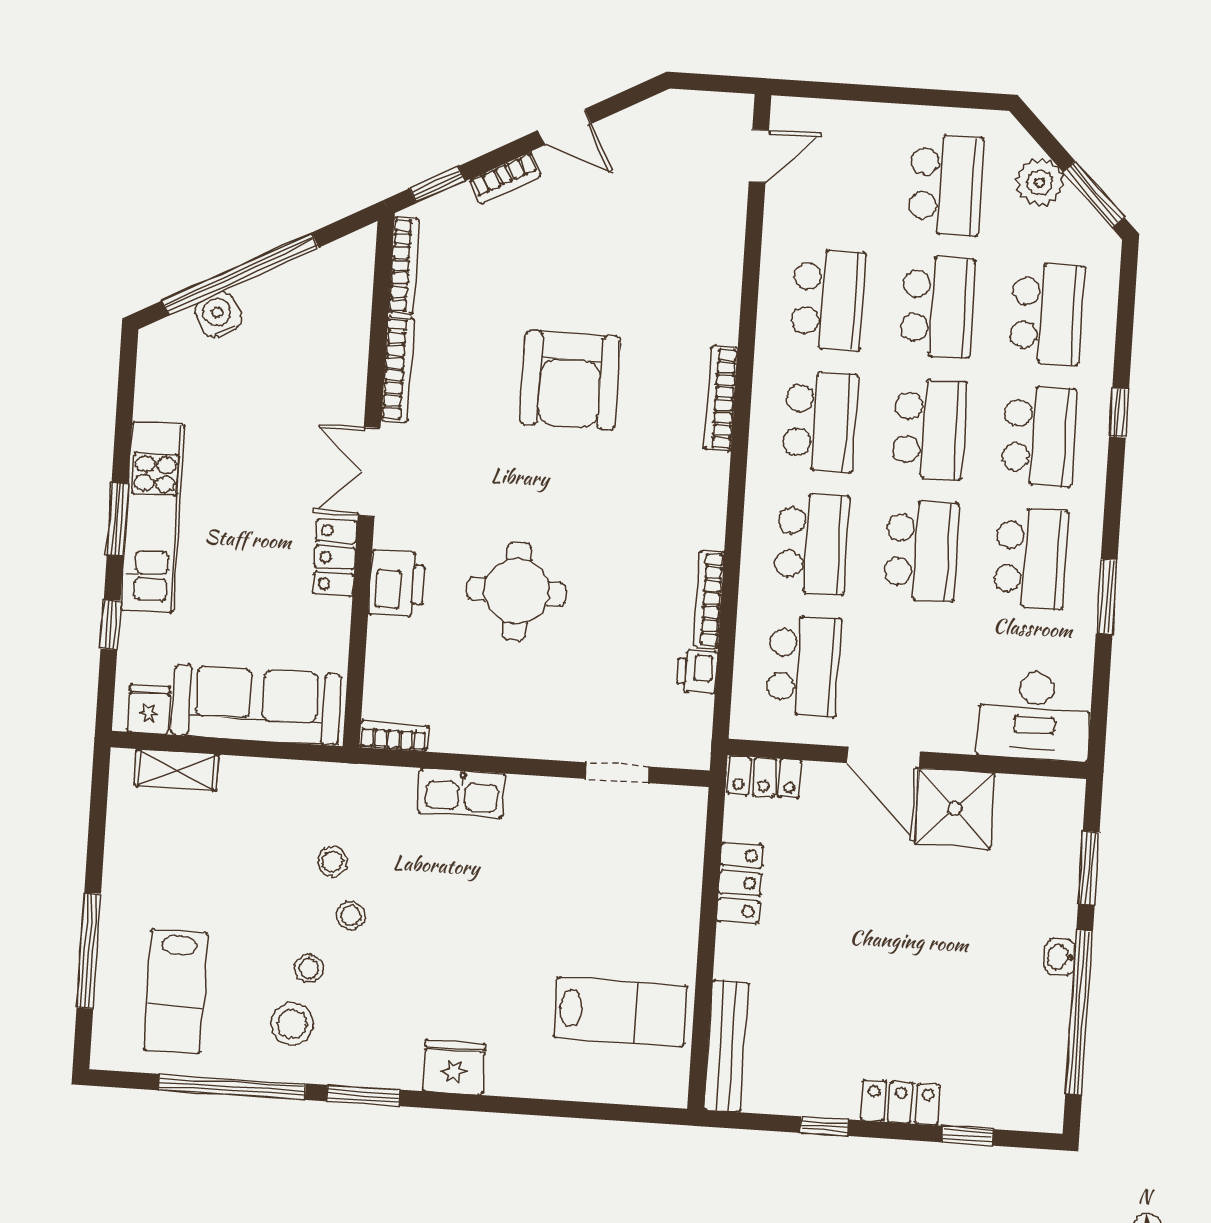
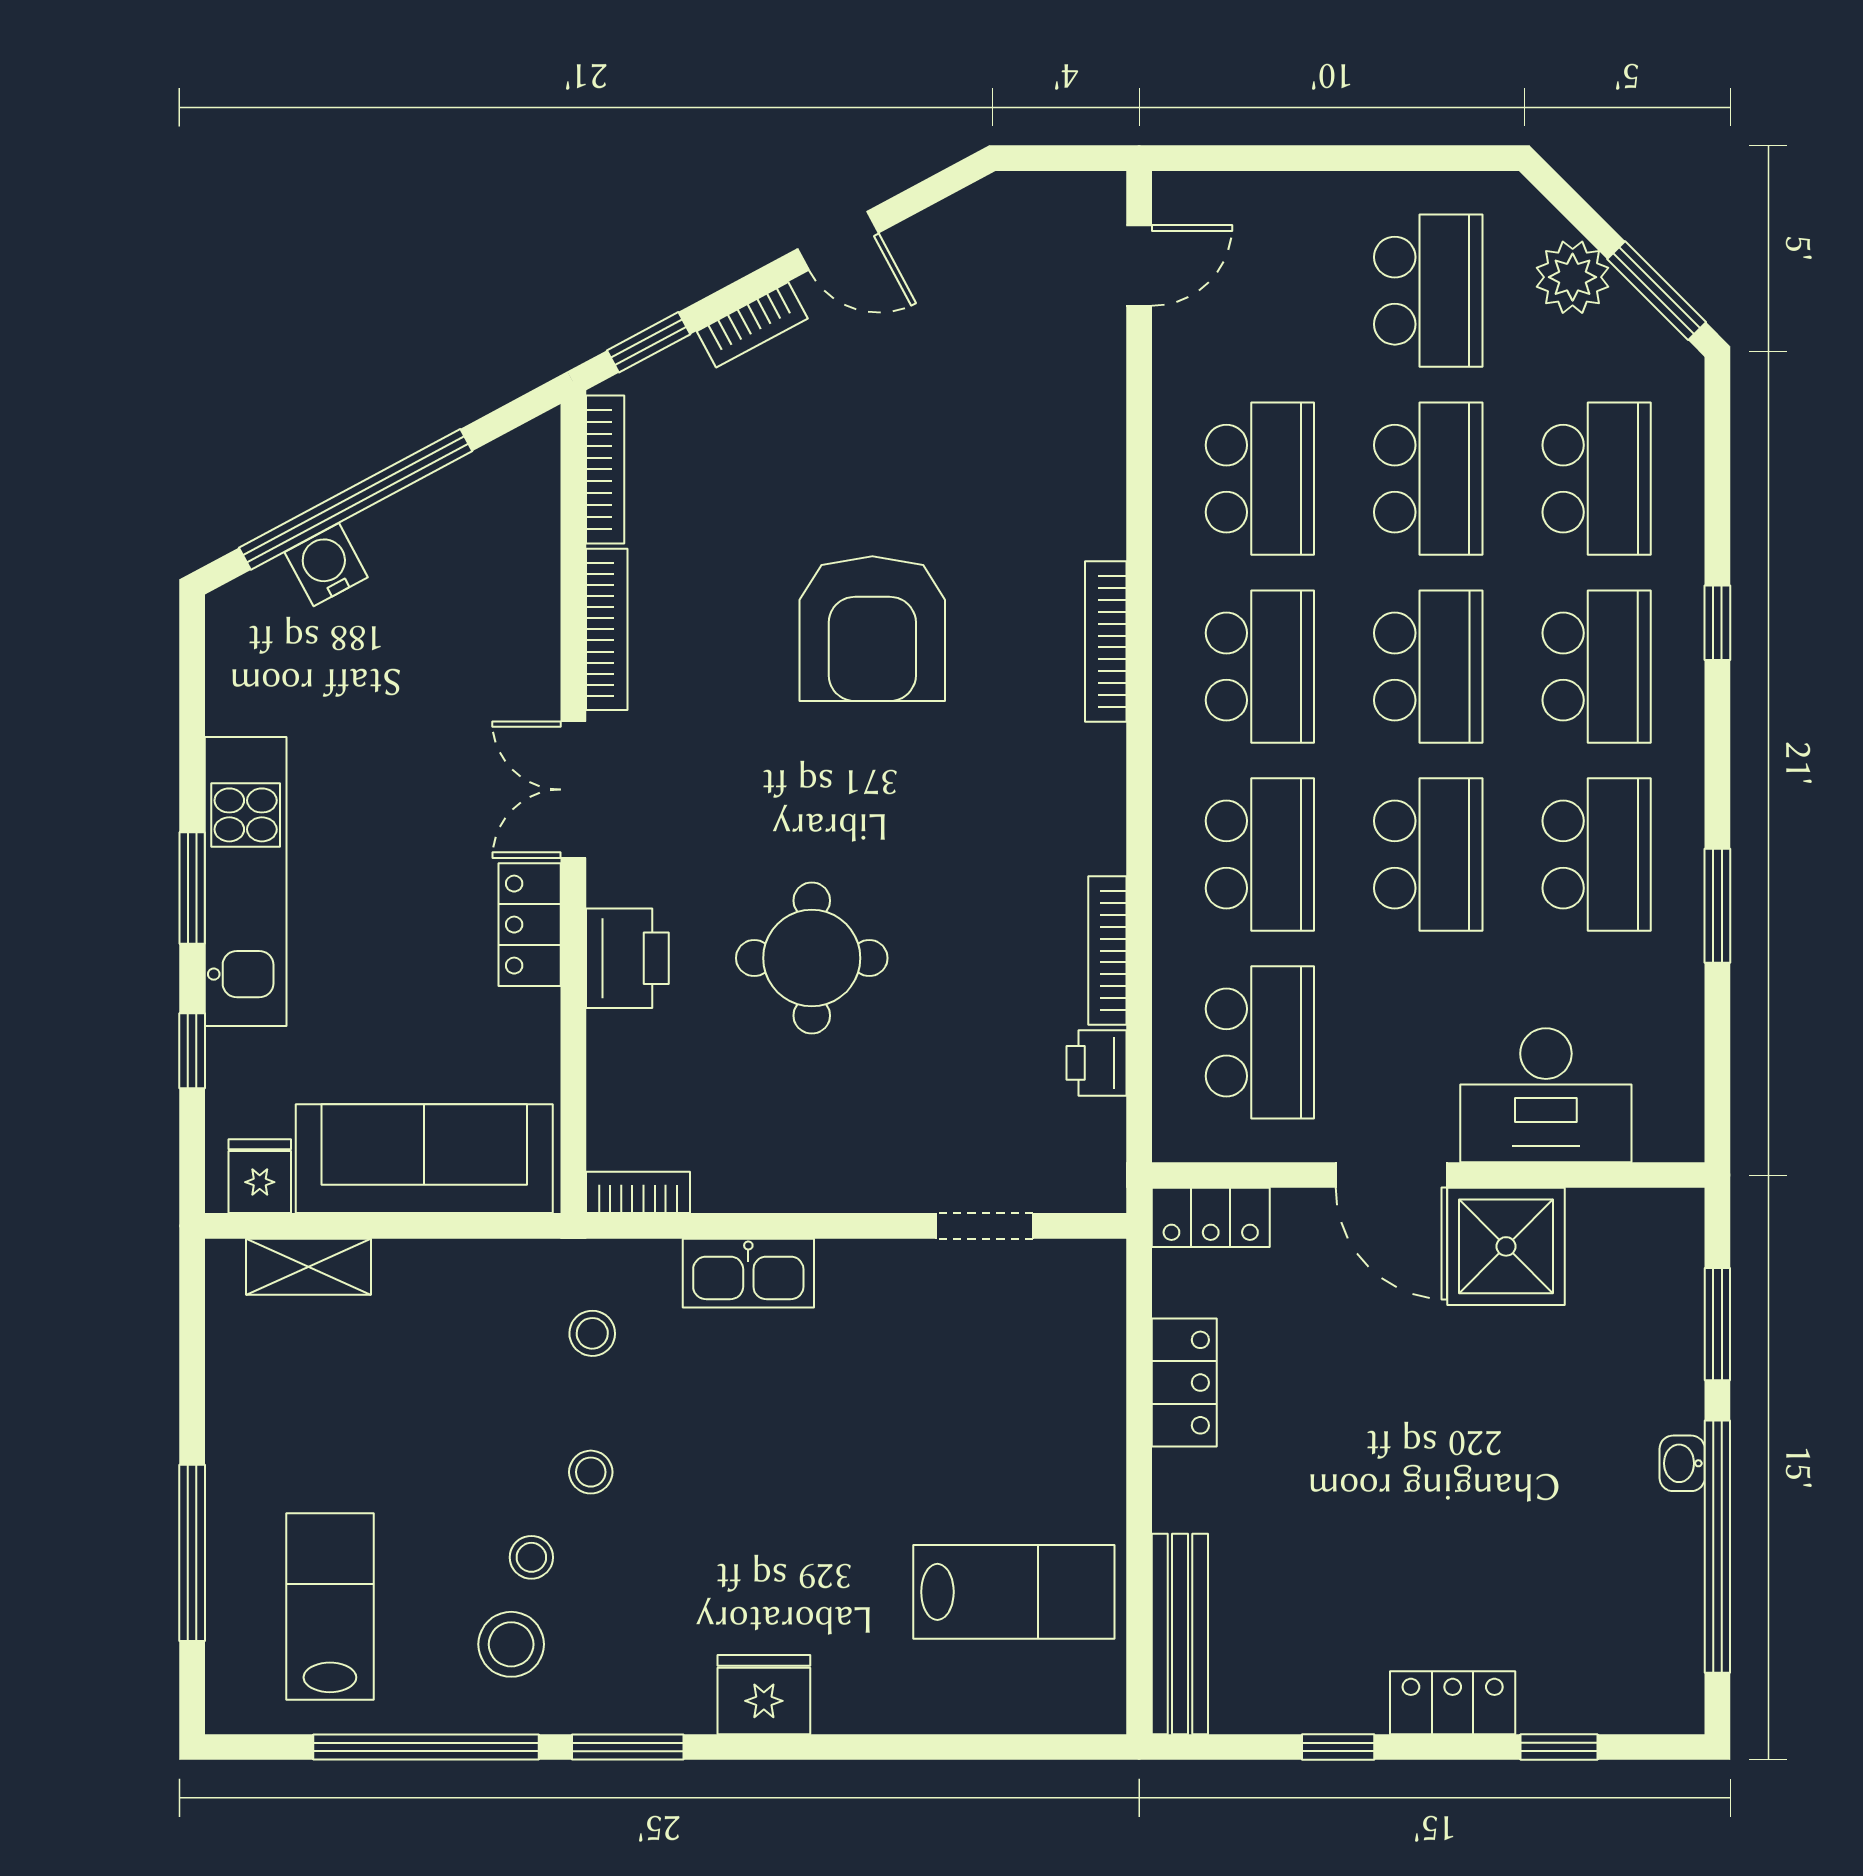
desk: (1035, 715) -> (1546, 1095), moved
stool: (333, 861) -> (592, 1333), moved
lab bench: (176, 991) -> (330, 1606), turned 180

